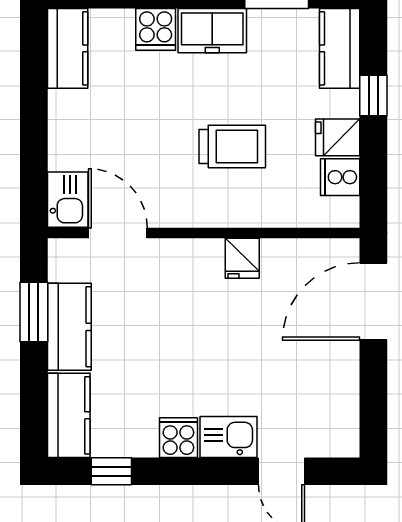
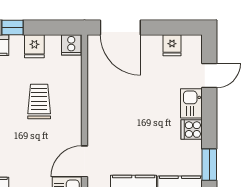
cooker: (340, 177) -> (71, 45), moved
fridge: (242, 258) -> (172, 45), moved, turned 90
window: (111, 471) -> (209, 165), width x1.50

